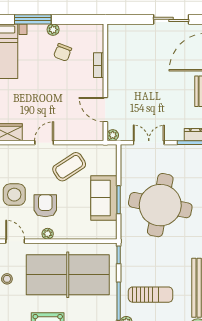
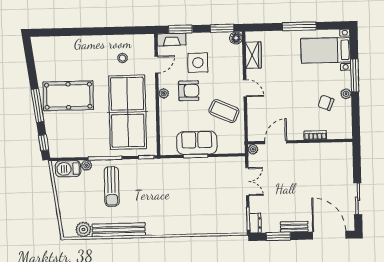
coffee table: (69, 167) -> (224, 111), turned -33
round table: (160, 205) -> (192, 193), removed

